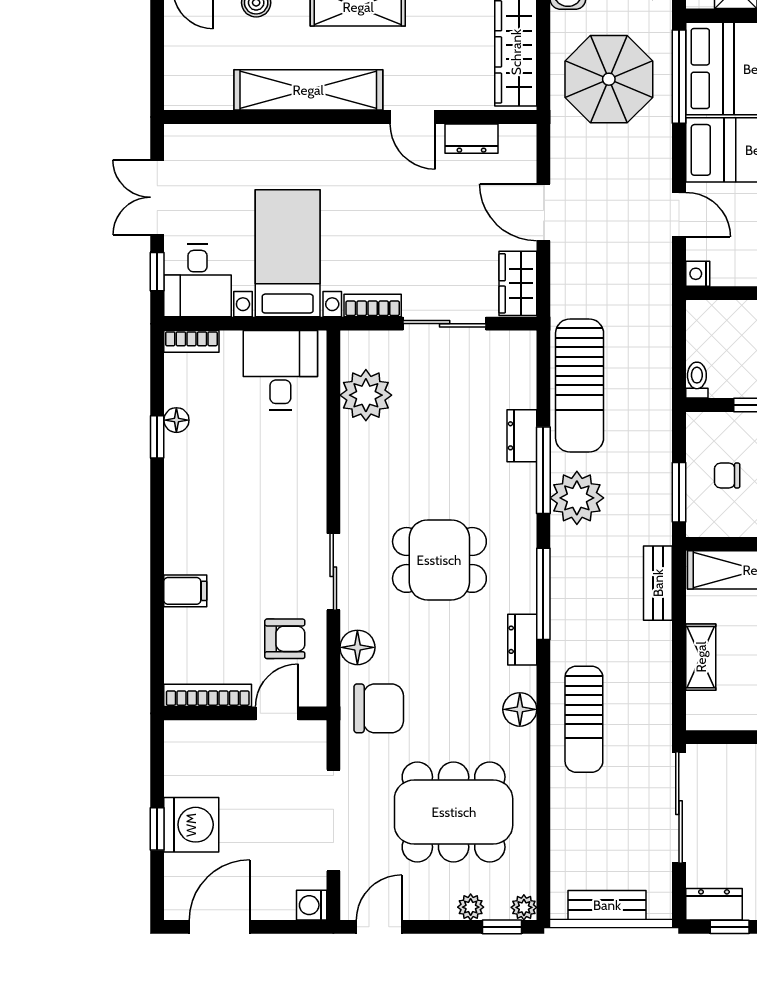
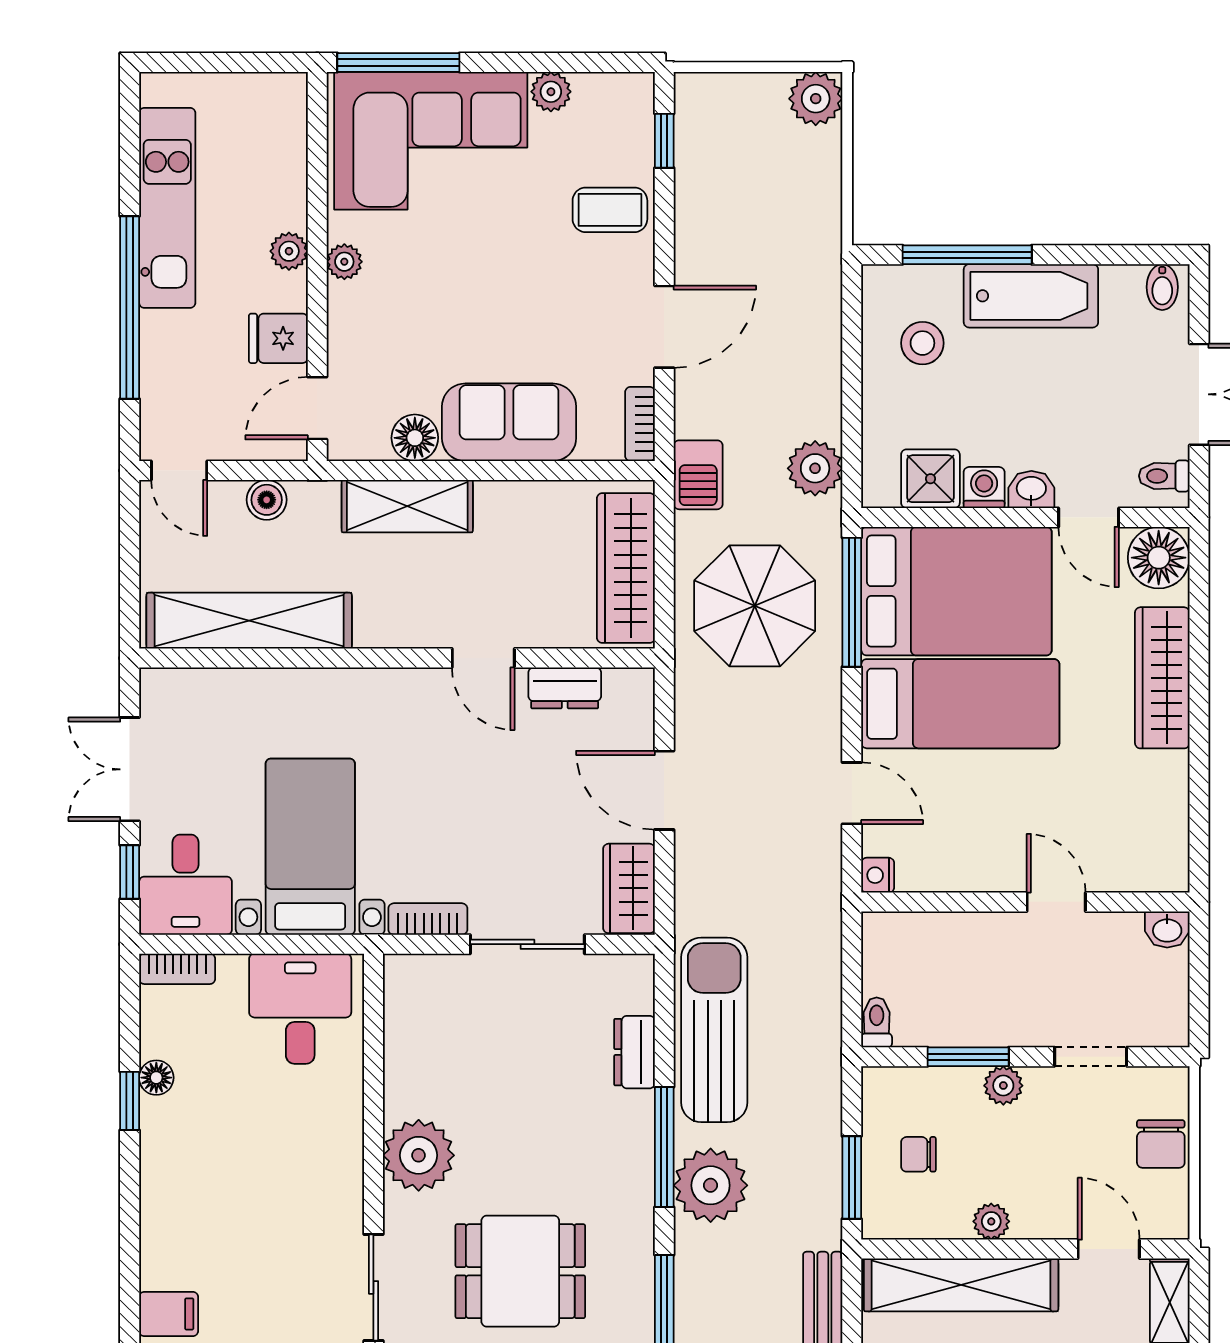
shelving: (308, 90) -> (249, 621), moved
sun lounger: (580, 386) -> (714, 1030), turned 180
plant: (366, 395) -> (419, 1155), moved
dresser: (522, 436) -> (635, 1052), moved

